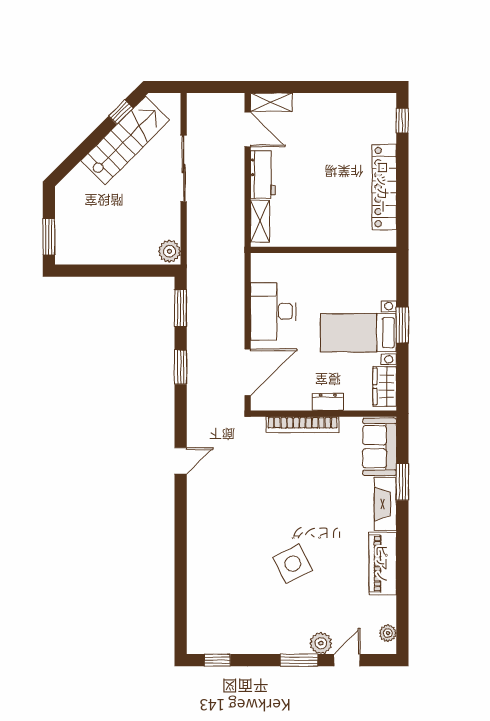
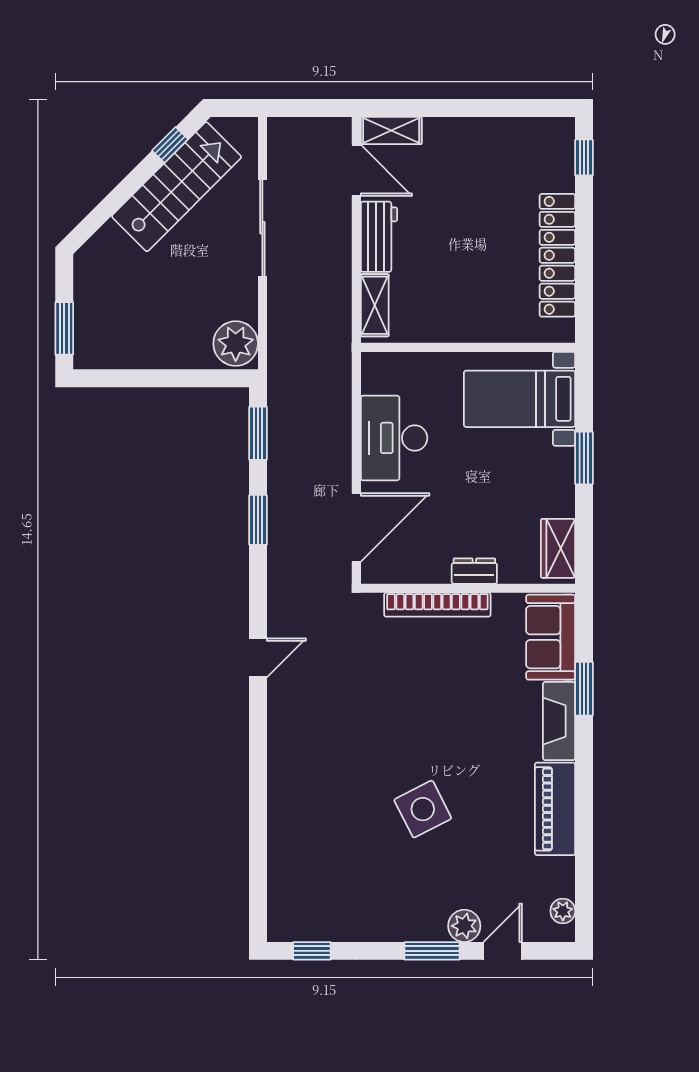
plant: (169, 251) -> (236, 344), width x1.36, depth x1.36
bed with nightstands: (358, 333) -> (520, 399), moved

